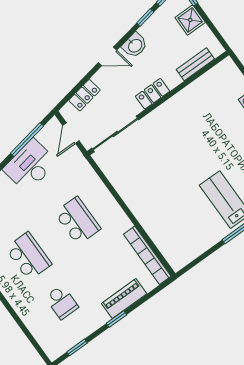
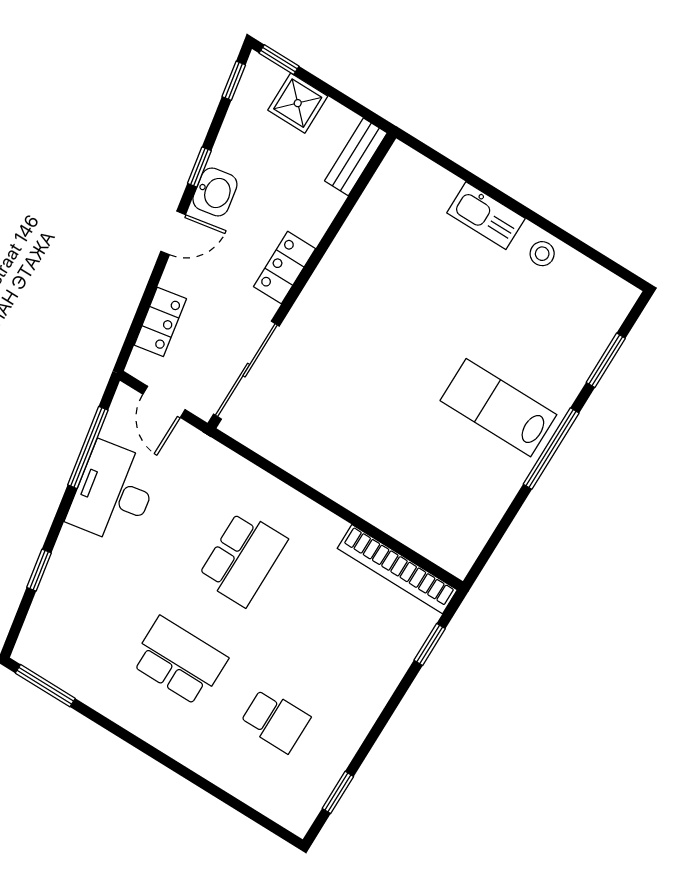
window: (145, 17) -> (199, 167), moved
bench: (195, 64) -> (356, 157), moved
school desk: (78, 221) -> (243, 559), turned 90
piano: (124, 299) -> (388, 666), removed
window: (116, 319) -> (430, 644), moved

